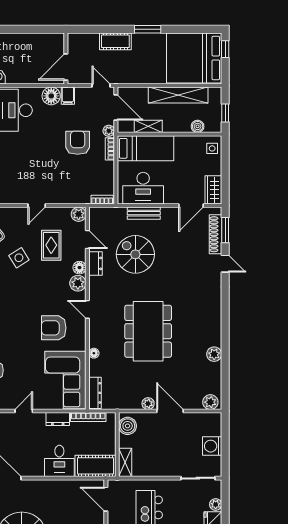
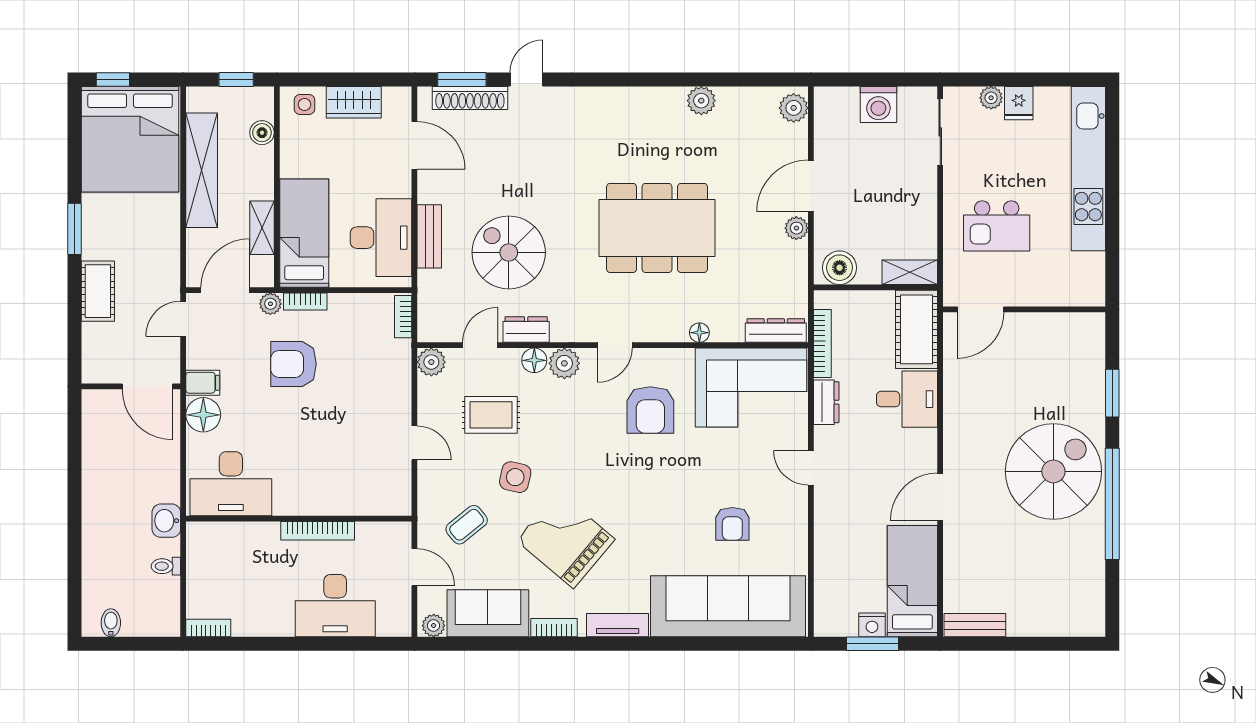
wardrobe: (213, 190) -> (354, 102), moved
spiral stairs: (135, 254) -> (509, 252), turned 90
side table: (19, 258) -> (515, 477), turned 45

